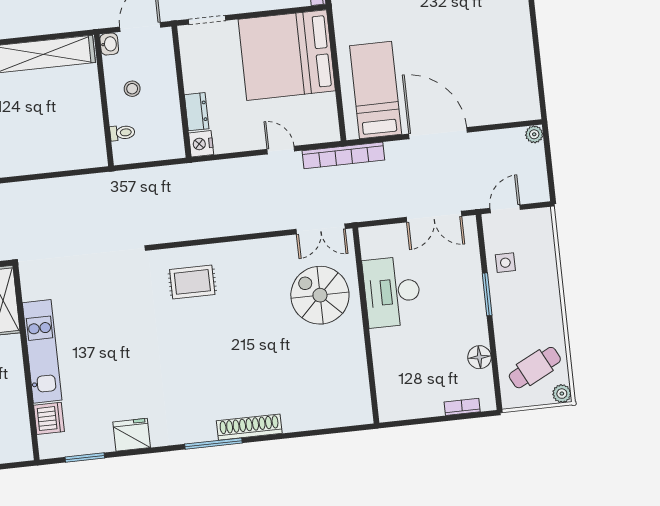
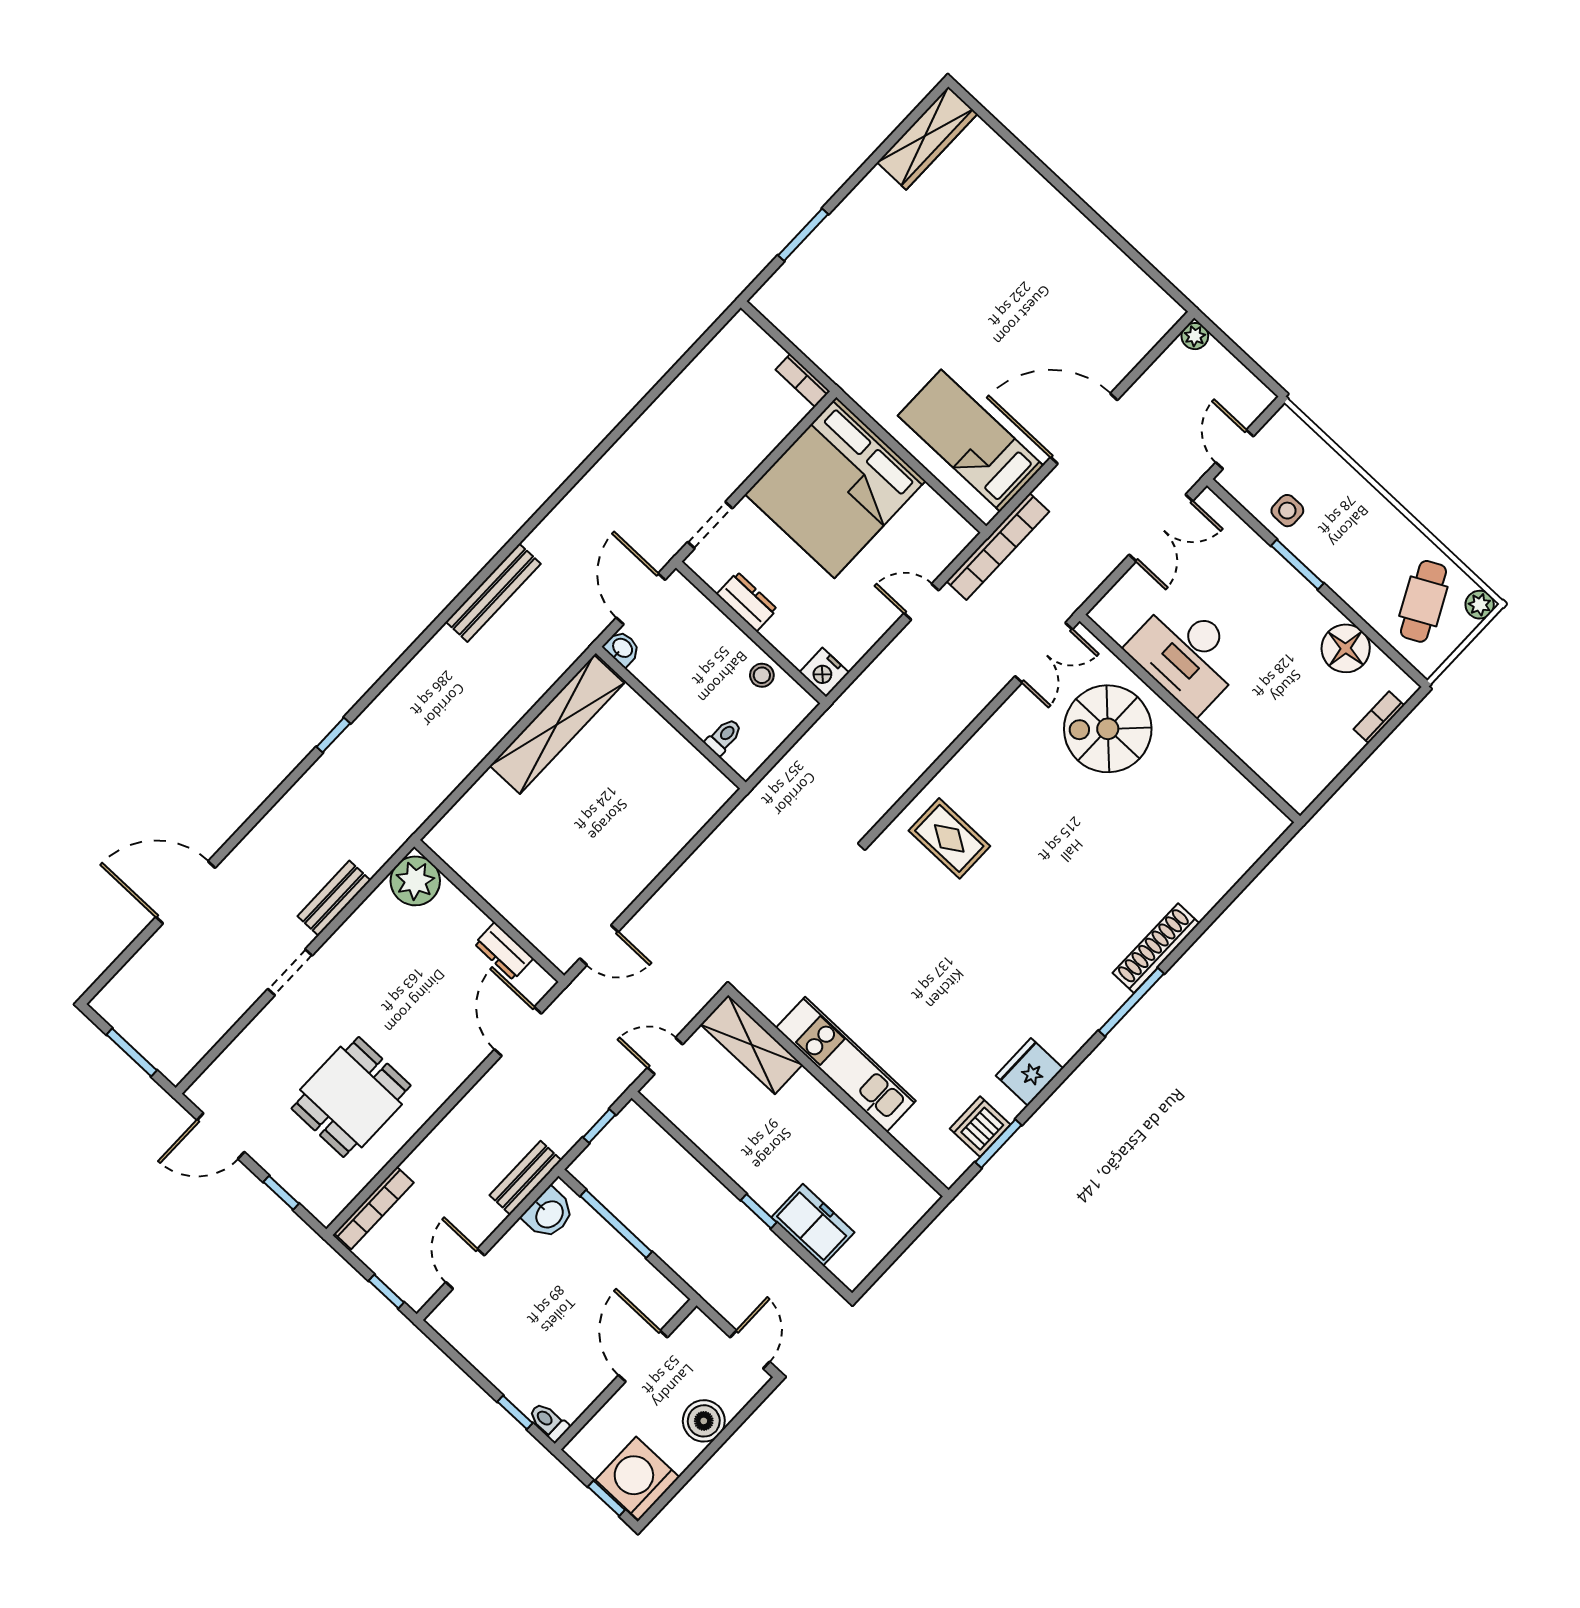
stool: (132, 89) -> (762, 675), moved
dresser: (197, 112) -> (747, 602), moved
rug: (192, 282) -> (949, 838), turned 90
floor lamp: (479, 357) -> (1346, 648), width x1.38, depth x1.38
dishwasher: (49, 418) -> (980, 1127), moved, turned -90

